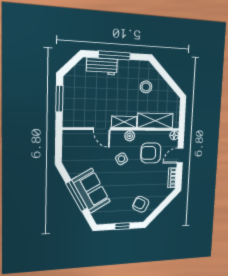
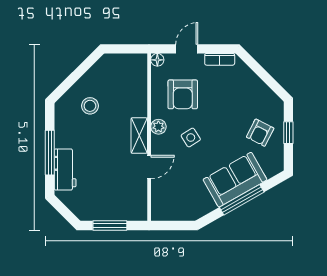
shelving: (155, 121) -> (137, 90), removed
door: (180, 156) -> (187, 49), swing flipped
armchair: (141, 204) -> (260, 133), moved

